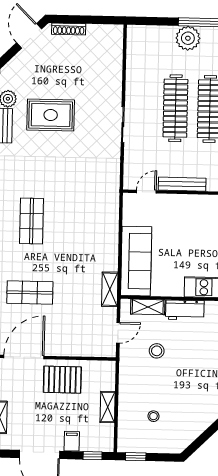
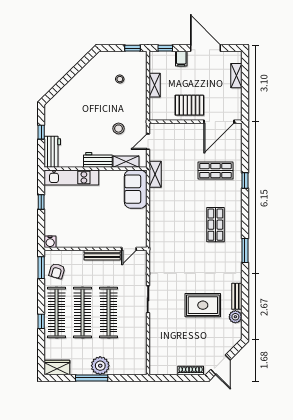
sofa: (136, 261) -> (136, 189), width x0.73

